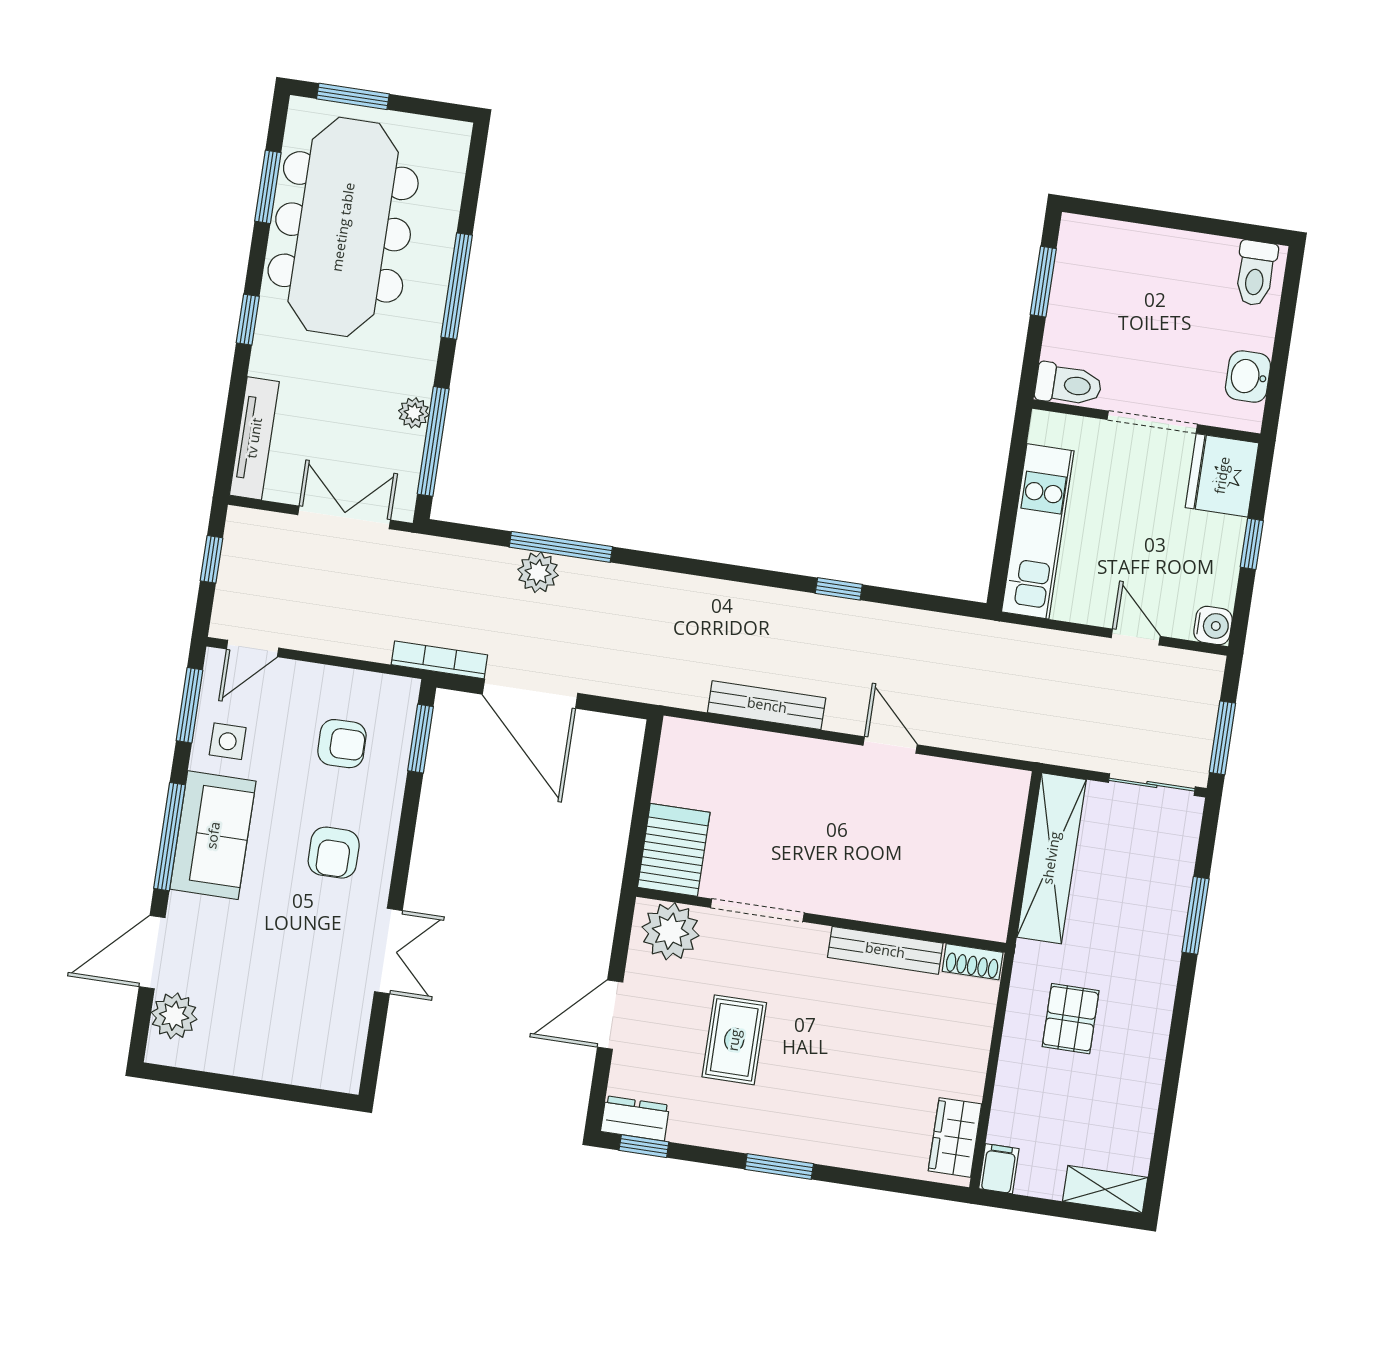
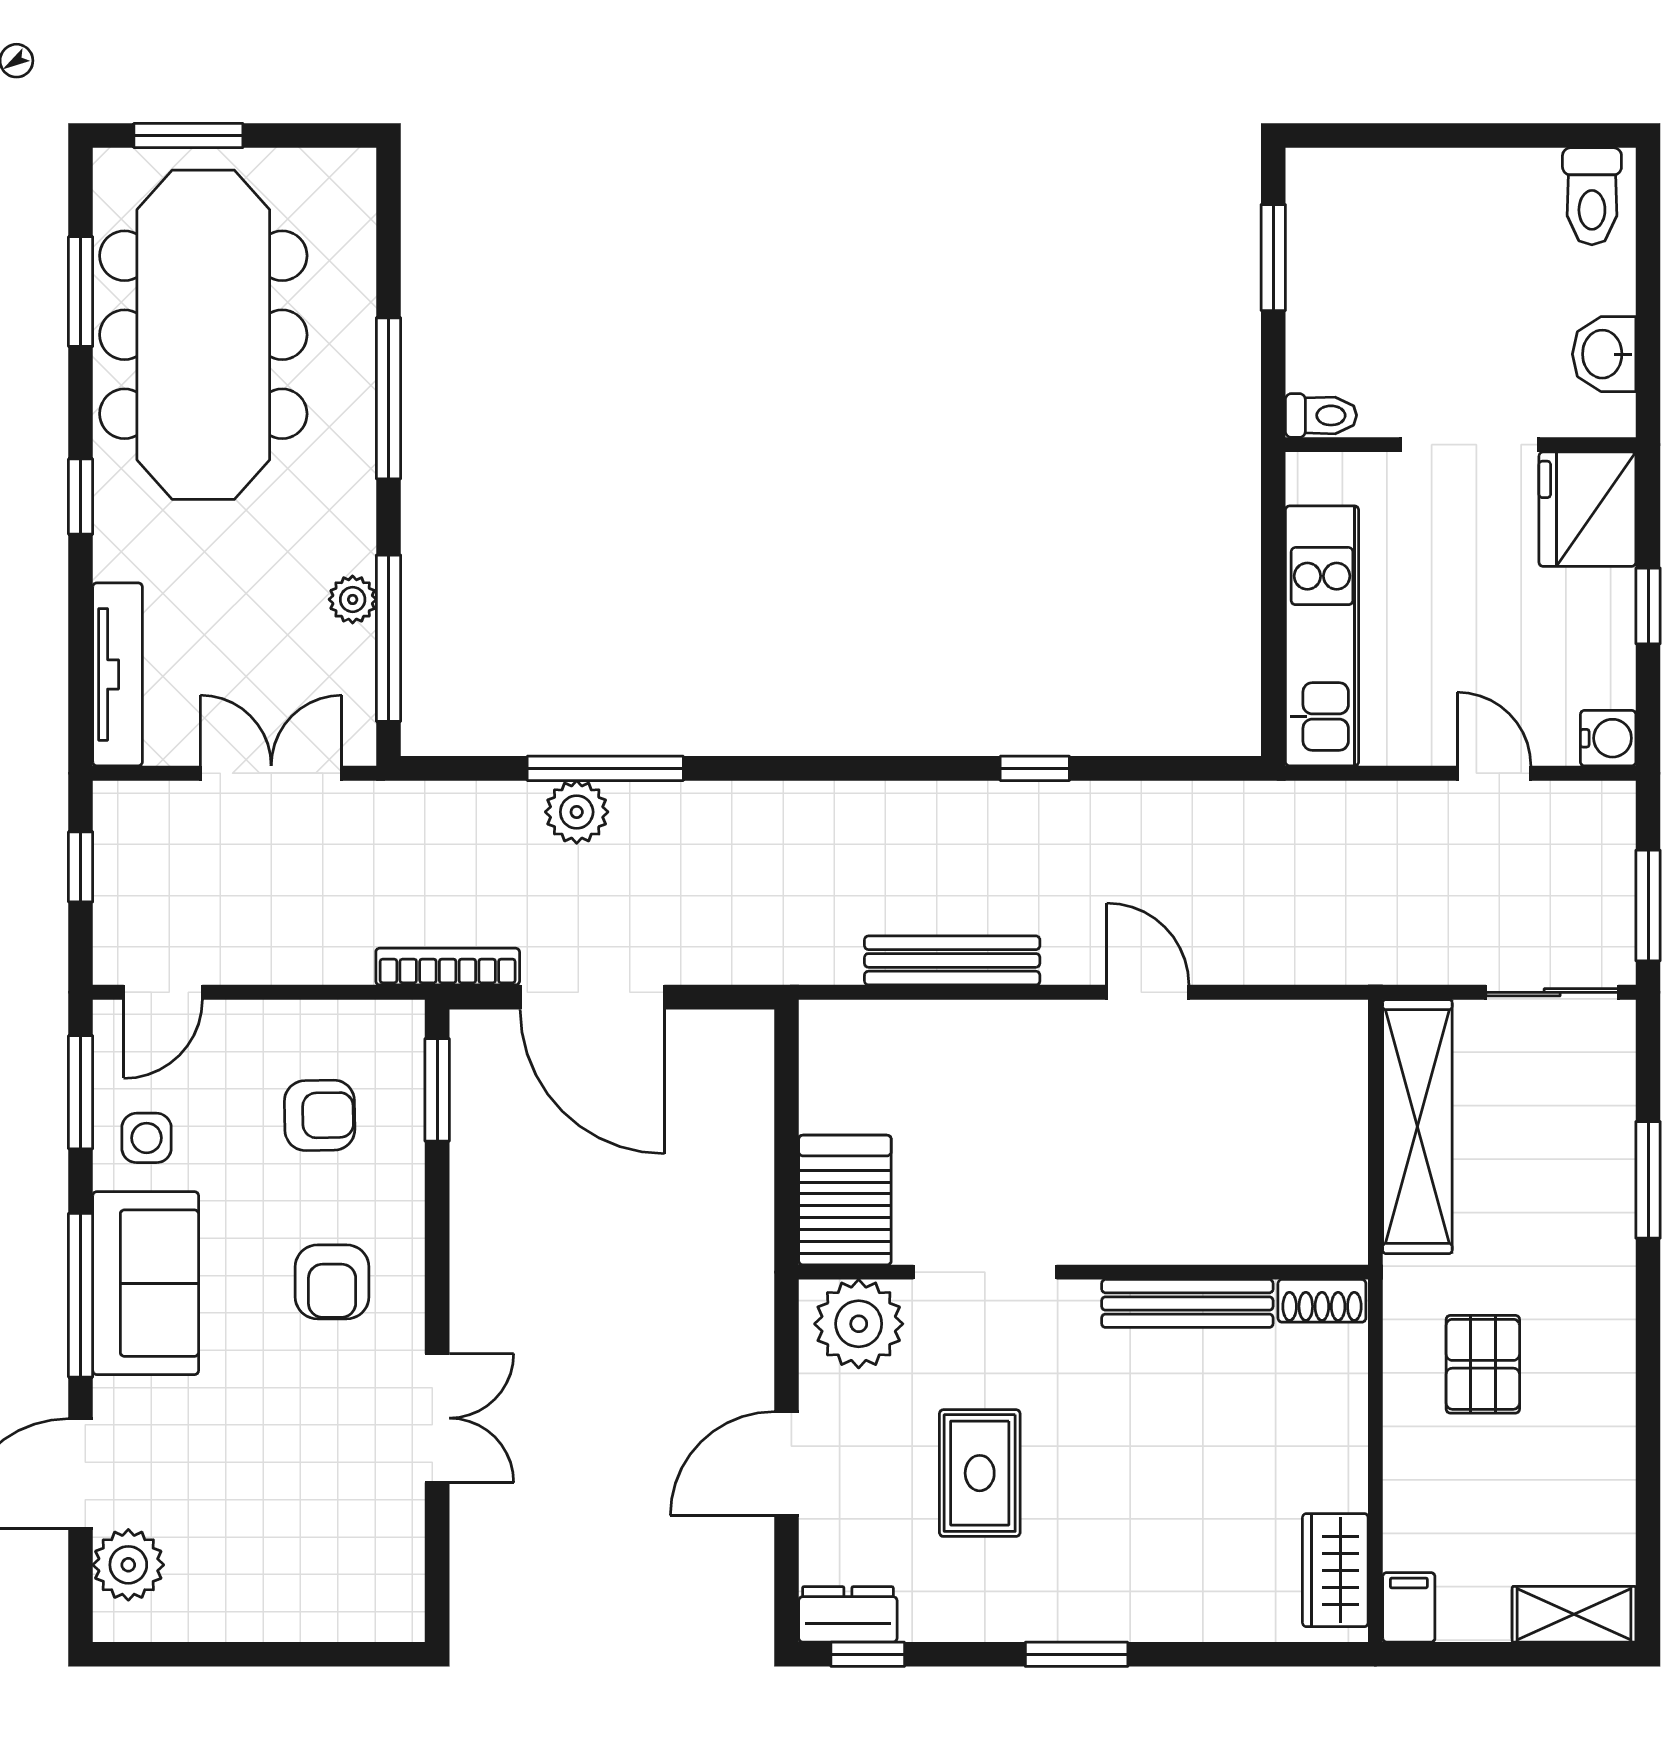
toilet: (1068, 385) -> (1321, 415), width x0.73, depth x0.72

